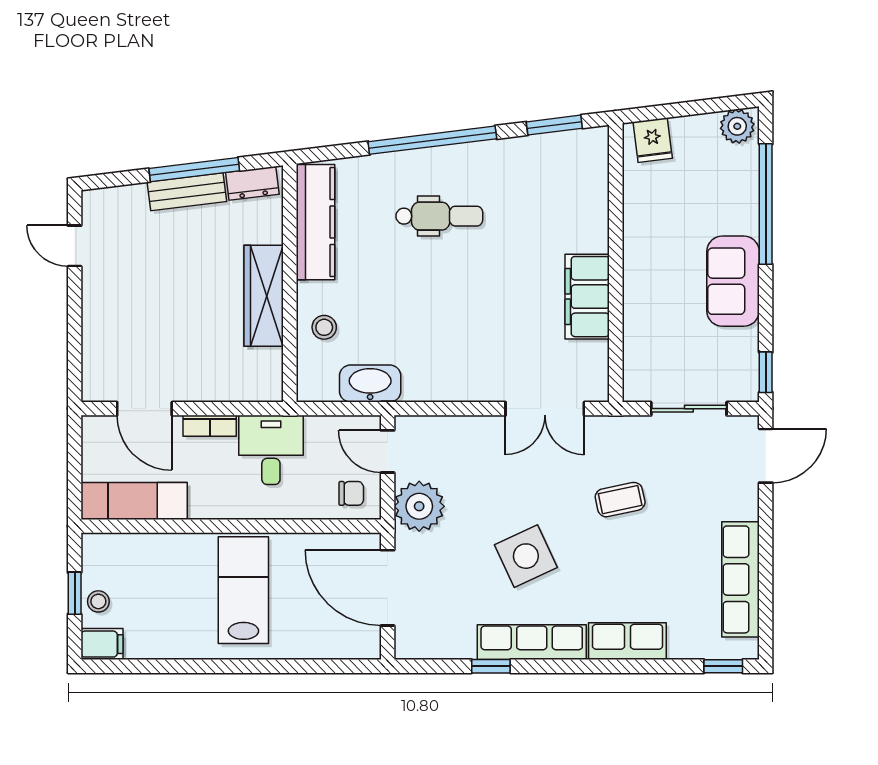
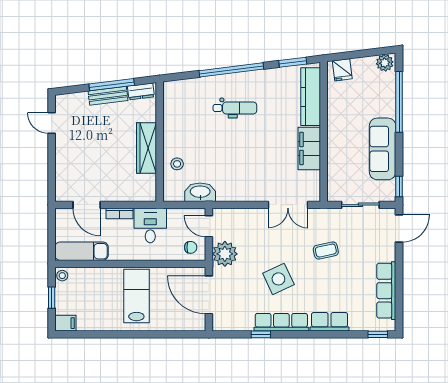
kitchen counter: (315, 222) -> (311, 97), moved, turned 180
sofa: (733, 281) -> (383, 149), width x1.36
stool: (98, 601) -> (62, 276), moved

